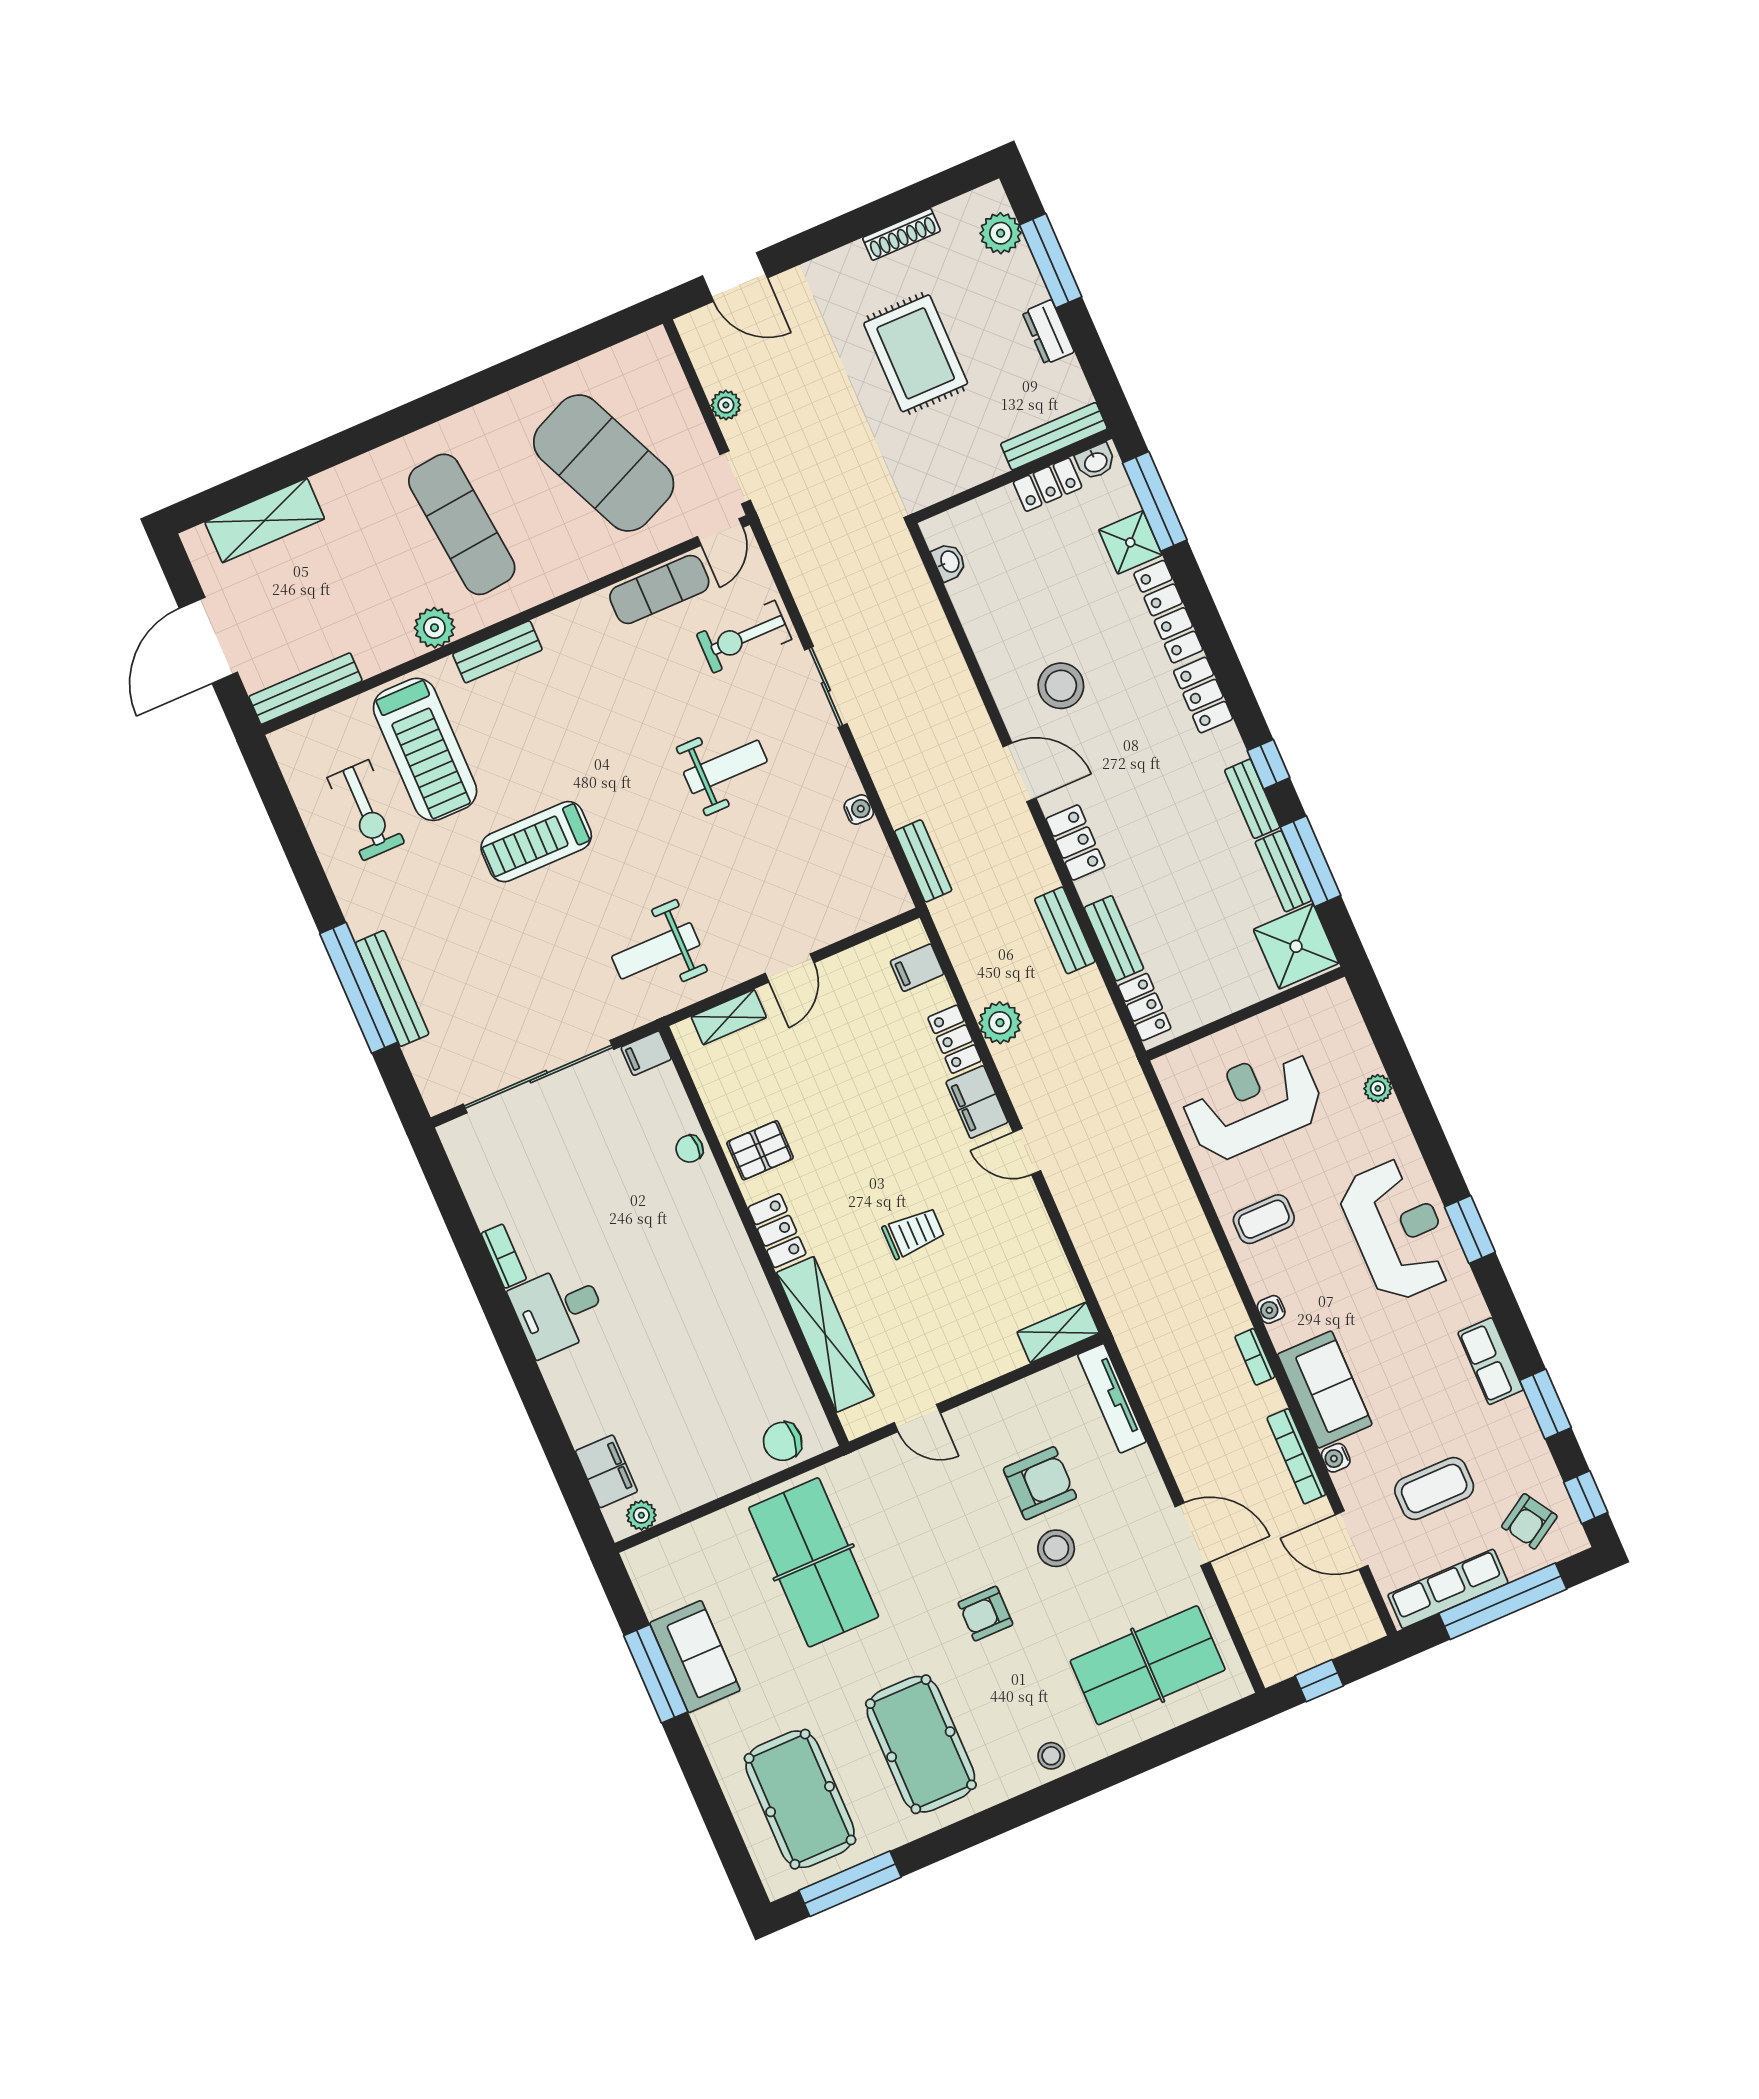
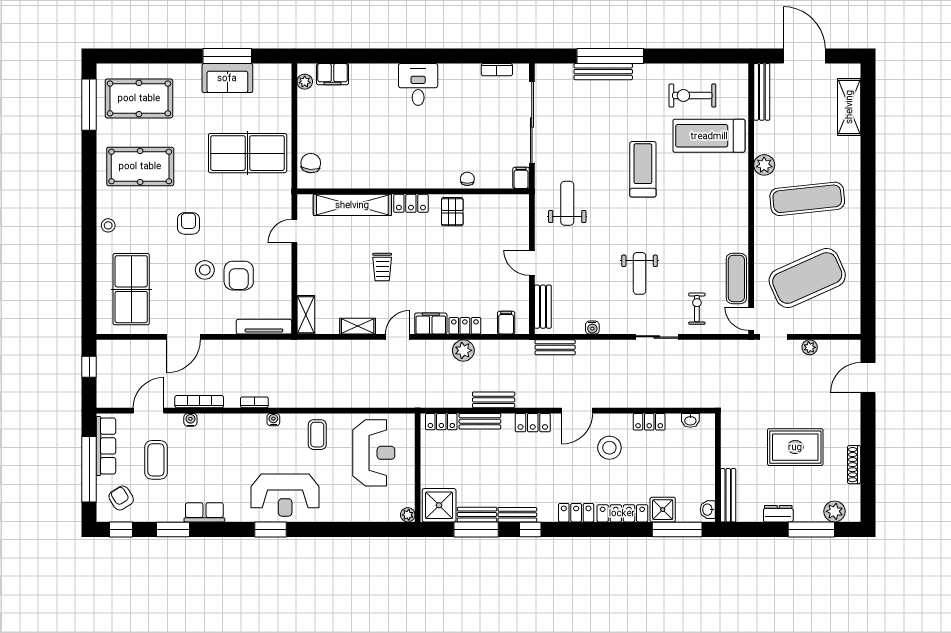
locker: (1048, 485) -> (649, 422), moved, turned -90
exercise bike: (744, 637) -> (697, 309), width x0.73, depth x0.72
bench: (497, 652) -> (543, 307), moved
shelving: (729, 1017) -> (358, 326), moved, turned 90
plant: (1378, 1088) -> (408, 515), moved
bookcase: (504, 1256) -> (497, 70), moved
sofa: (1325, 1389) -> (225, 429), removed

